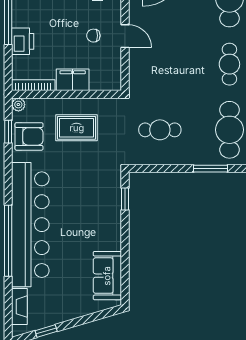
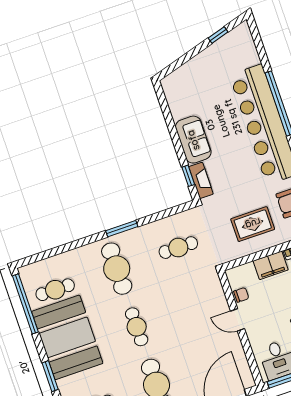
chair: (93, 36) -> (241, 295), moved
sofa: (107, 276) -> (193, 140), moved
fireplace: (19, 307) -> (201, 180), moved, turned 180

